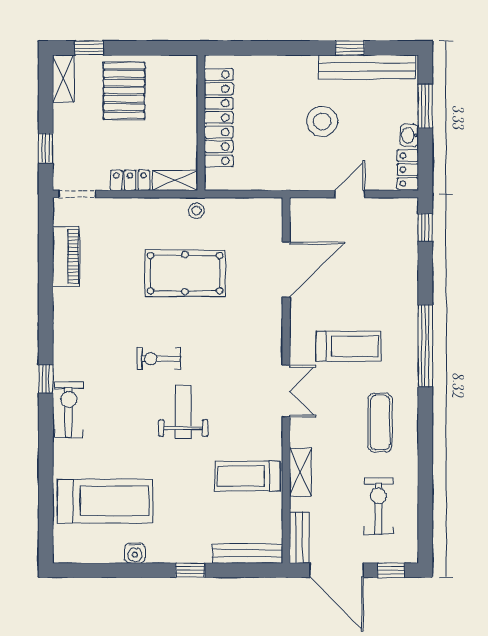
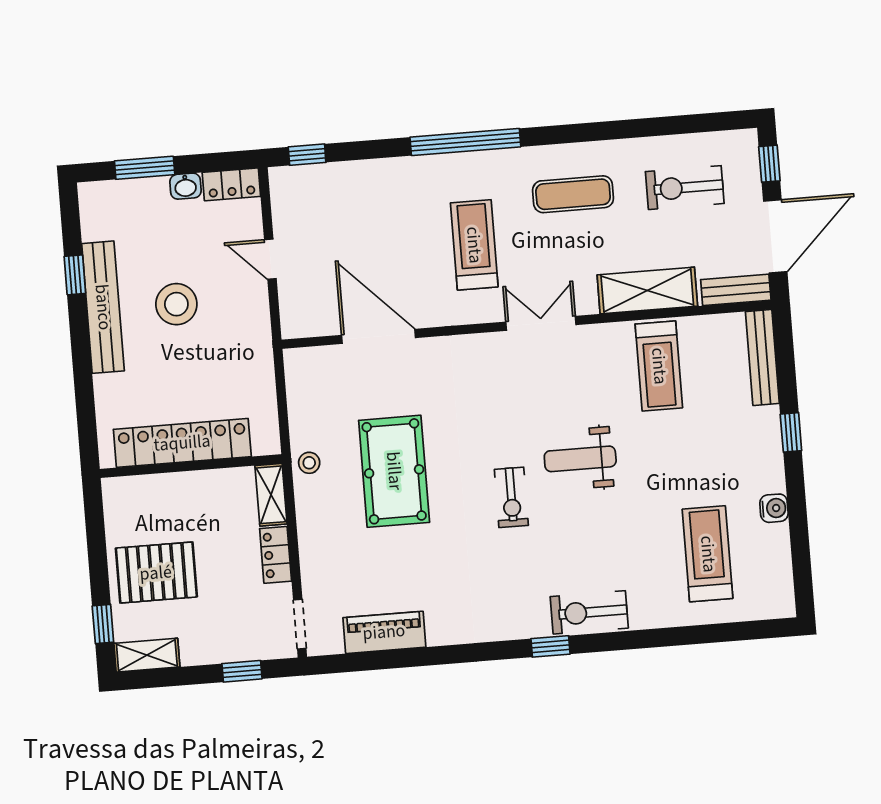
bench: (367, 67) -> (103, 307), moved
shelving: (300, 472) -> (647, 291), width x1.50, depth x1.33
treadmill: (105, 501) -> (708, 554), width x0.73, depth x0.73

